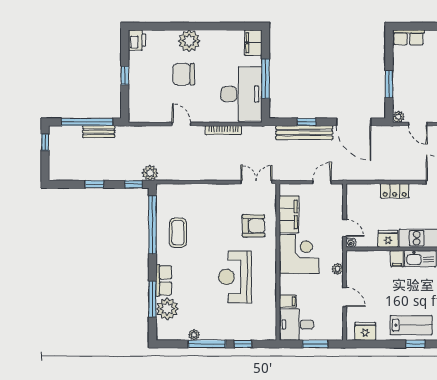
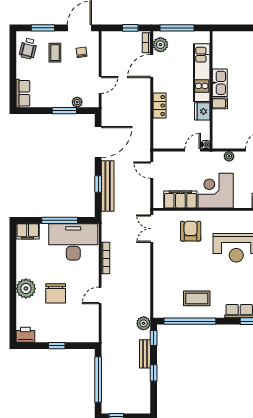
plant: (398, 117) -> (77, 102), moved
bench: (99, 132) -> (145, 354), moved

